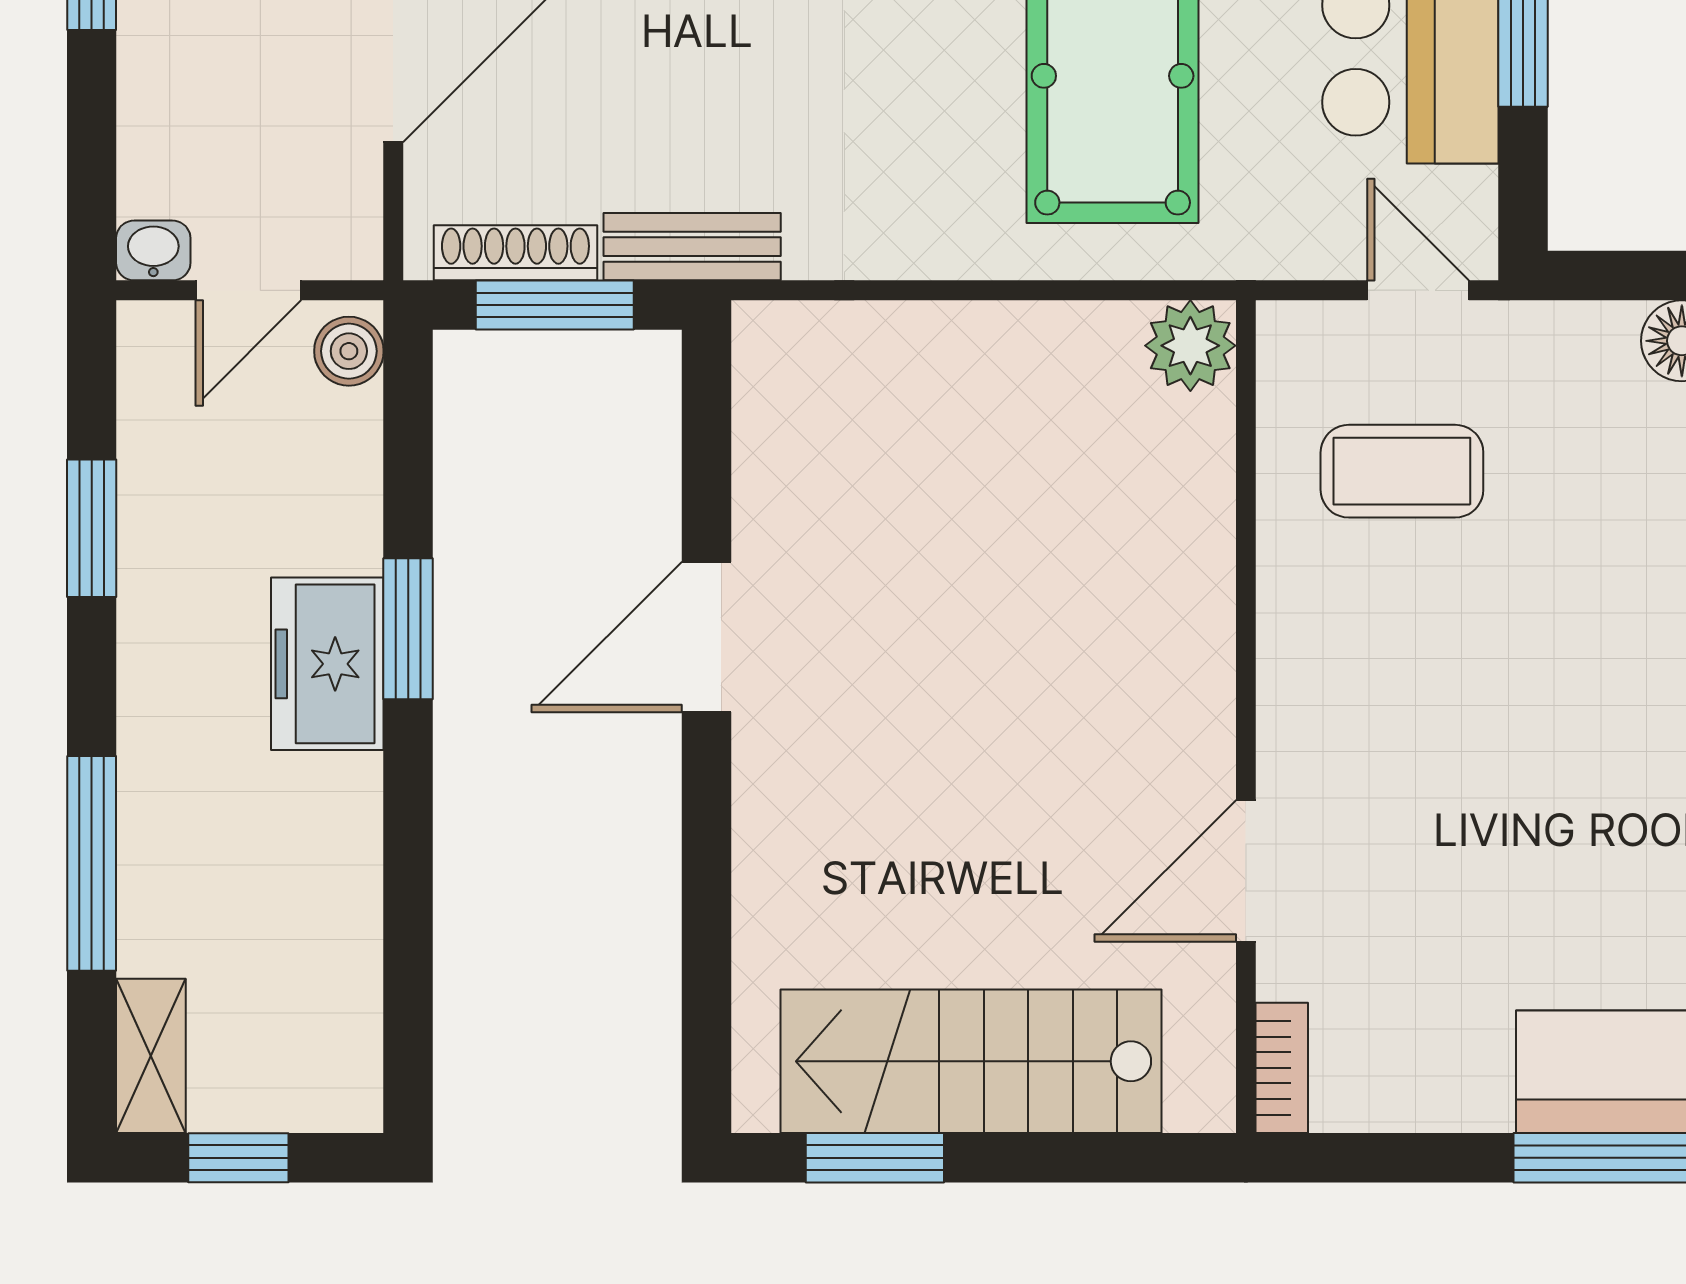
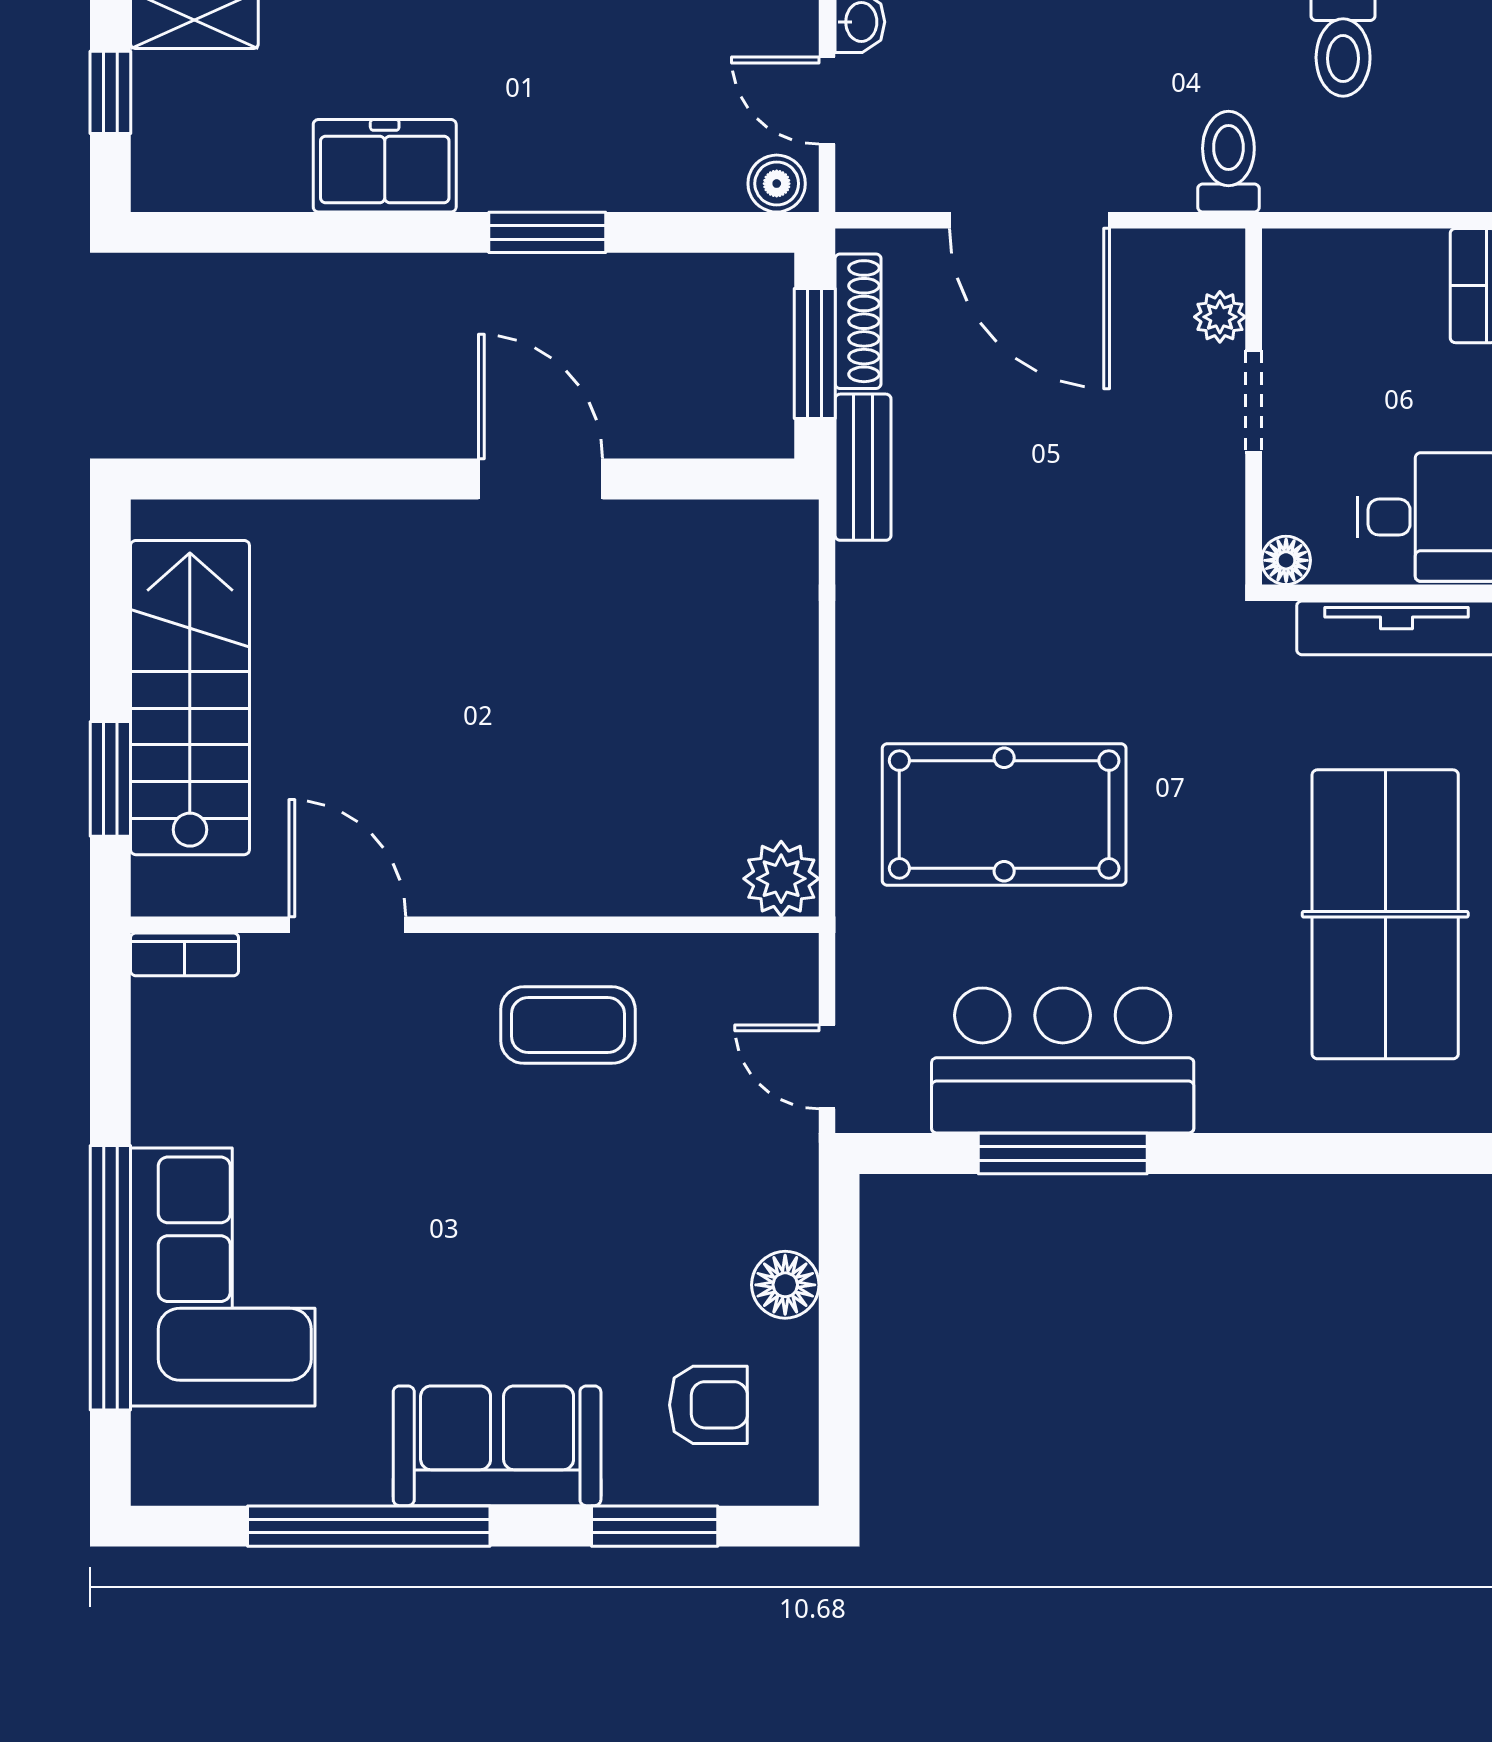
door: (1418, 290) -> (827, 1067), swing flipped
coffee table: (1402, 471) -> (568, 1025), moved, turned 90
freezer: (327, 664) -> (385, 166), moved
window: (875, 1158) -> (110, 779), moved

